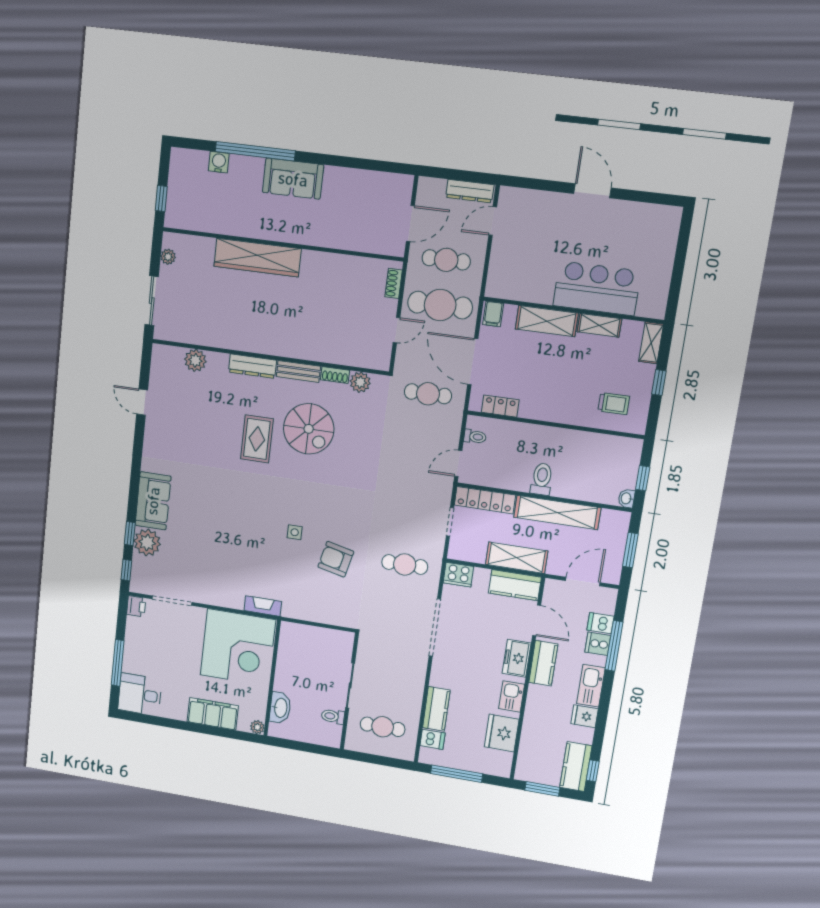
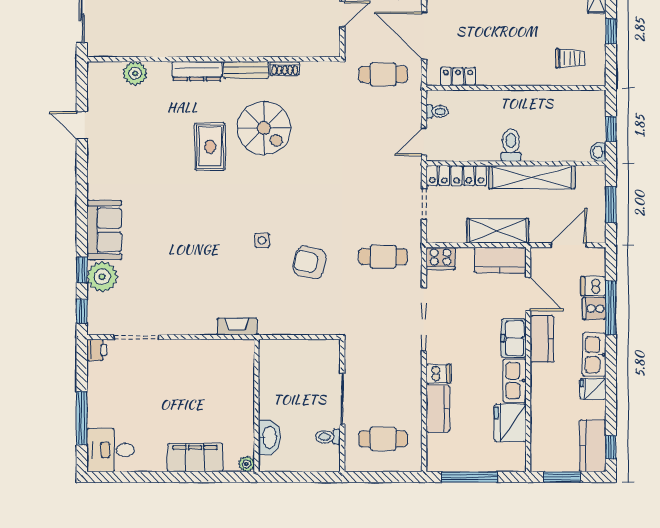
plant: (360, 382) -> (312, 72), removed
corner desk: (238, 647) -> (215, 377), removed
kitchen sink: (512, 696) -> (515, 381), width x1.38
dishwasher: (432, 739) -> (438, 374), moved

